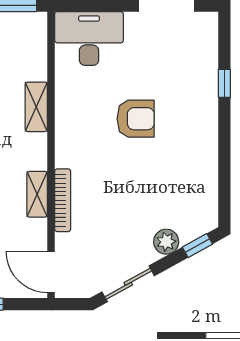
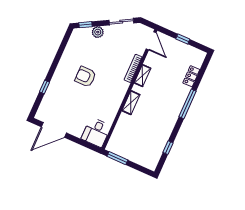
desk: (89, 38) -> (96, 132), width x0.73
shelving: (36, 107) -> (131, 103), moved
armchair: (136, 119) -> (85, 77), moved

